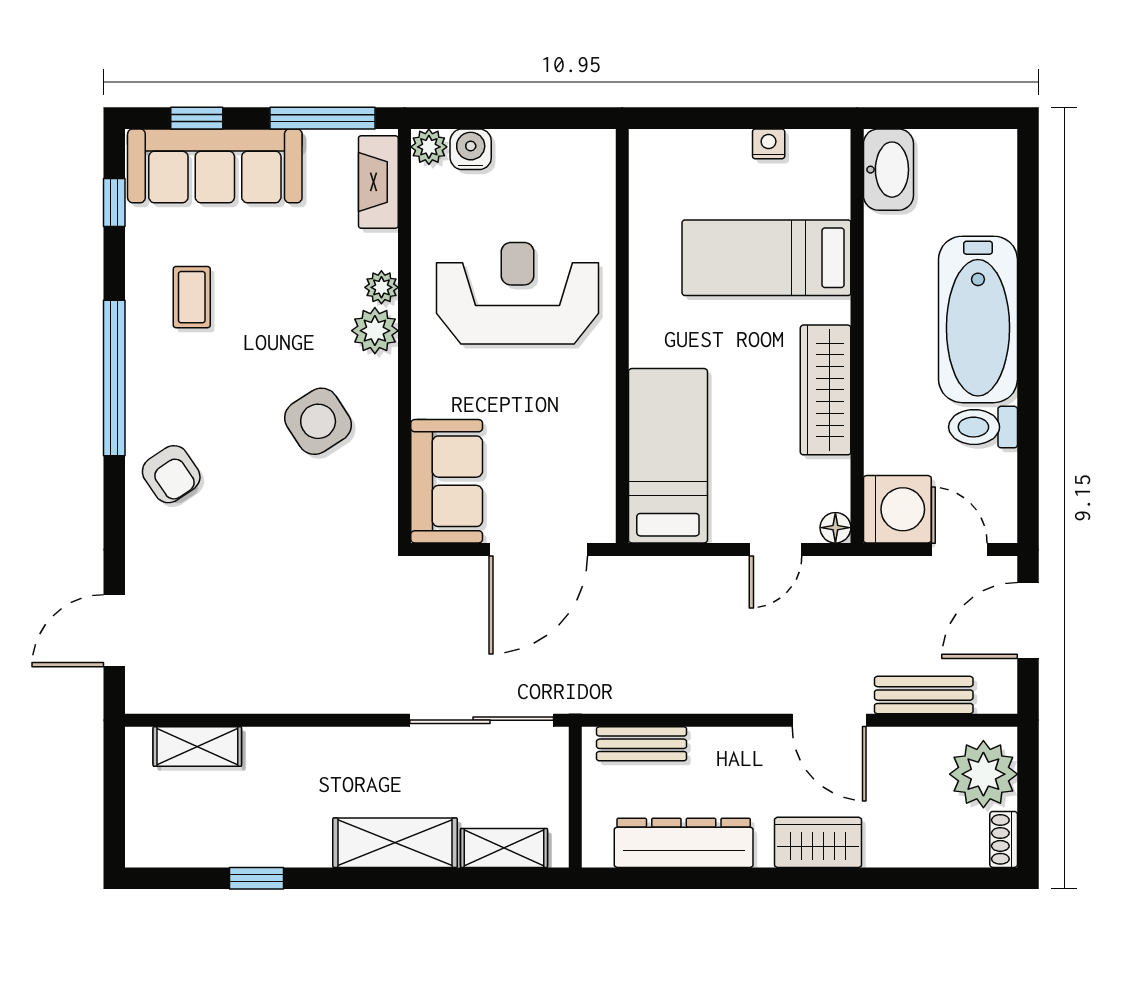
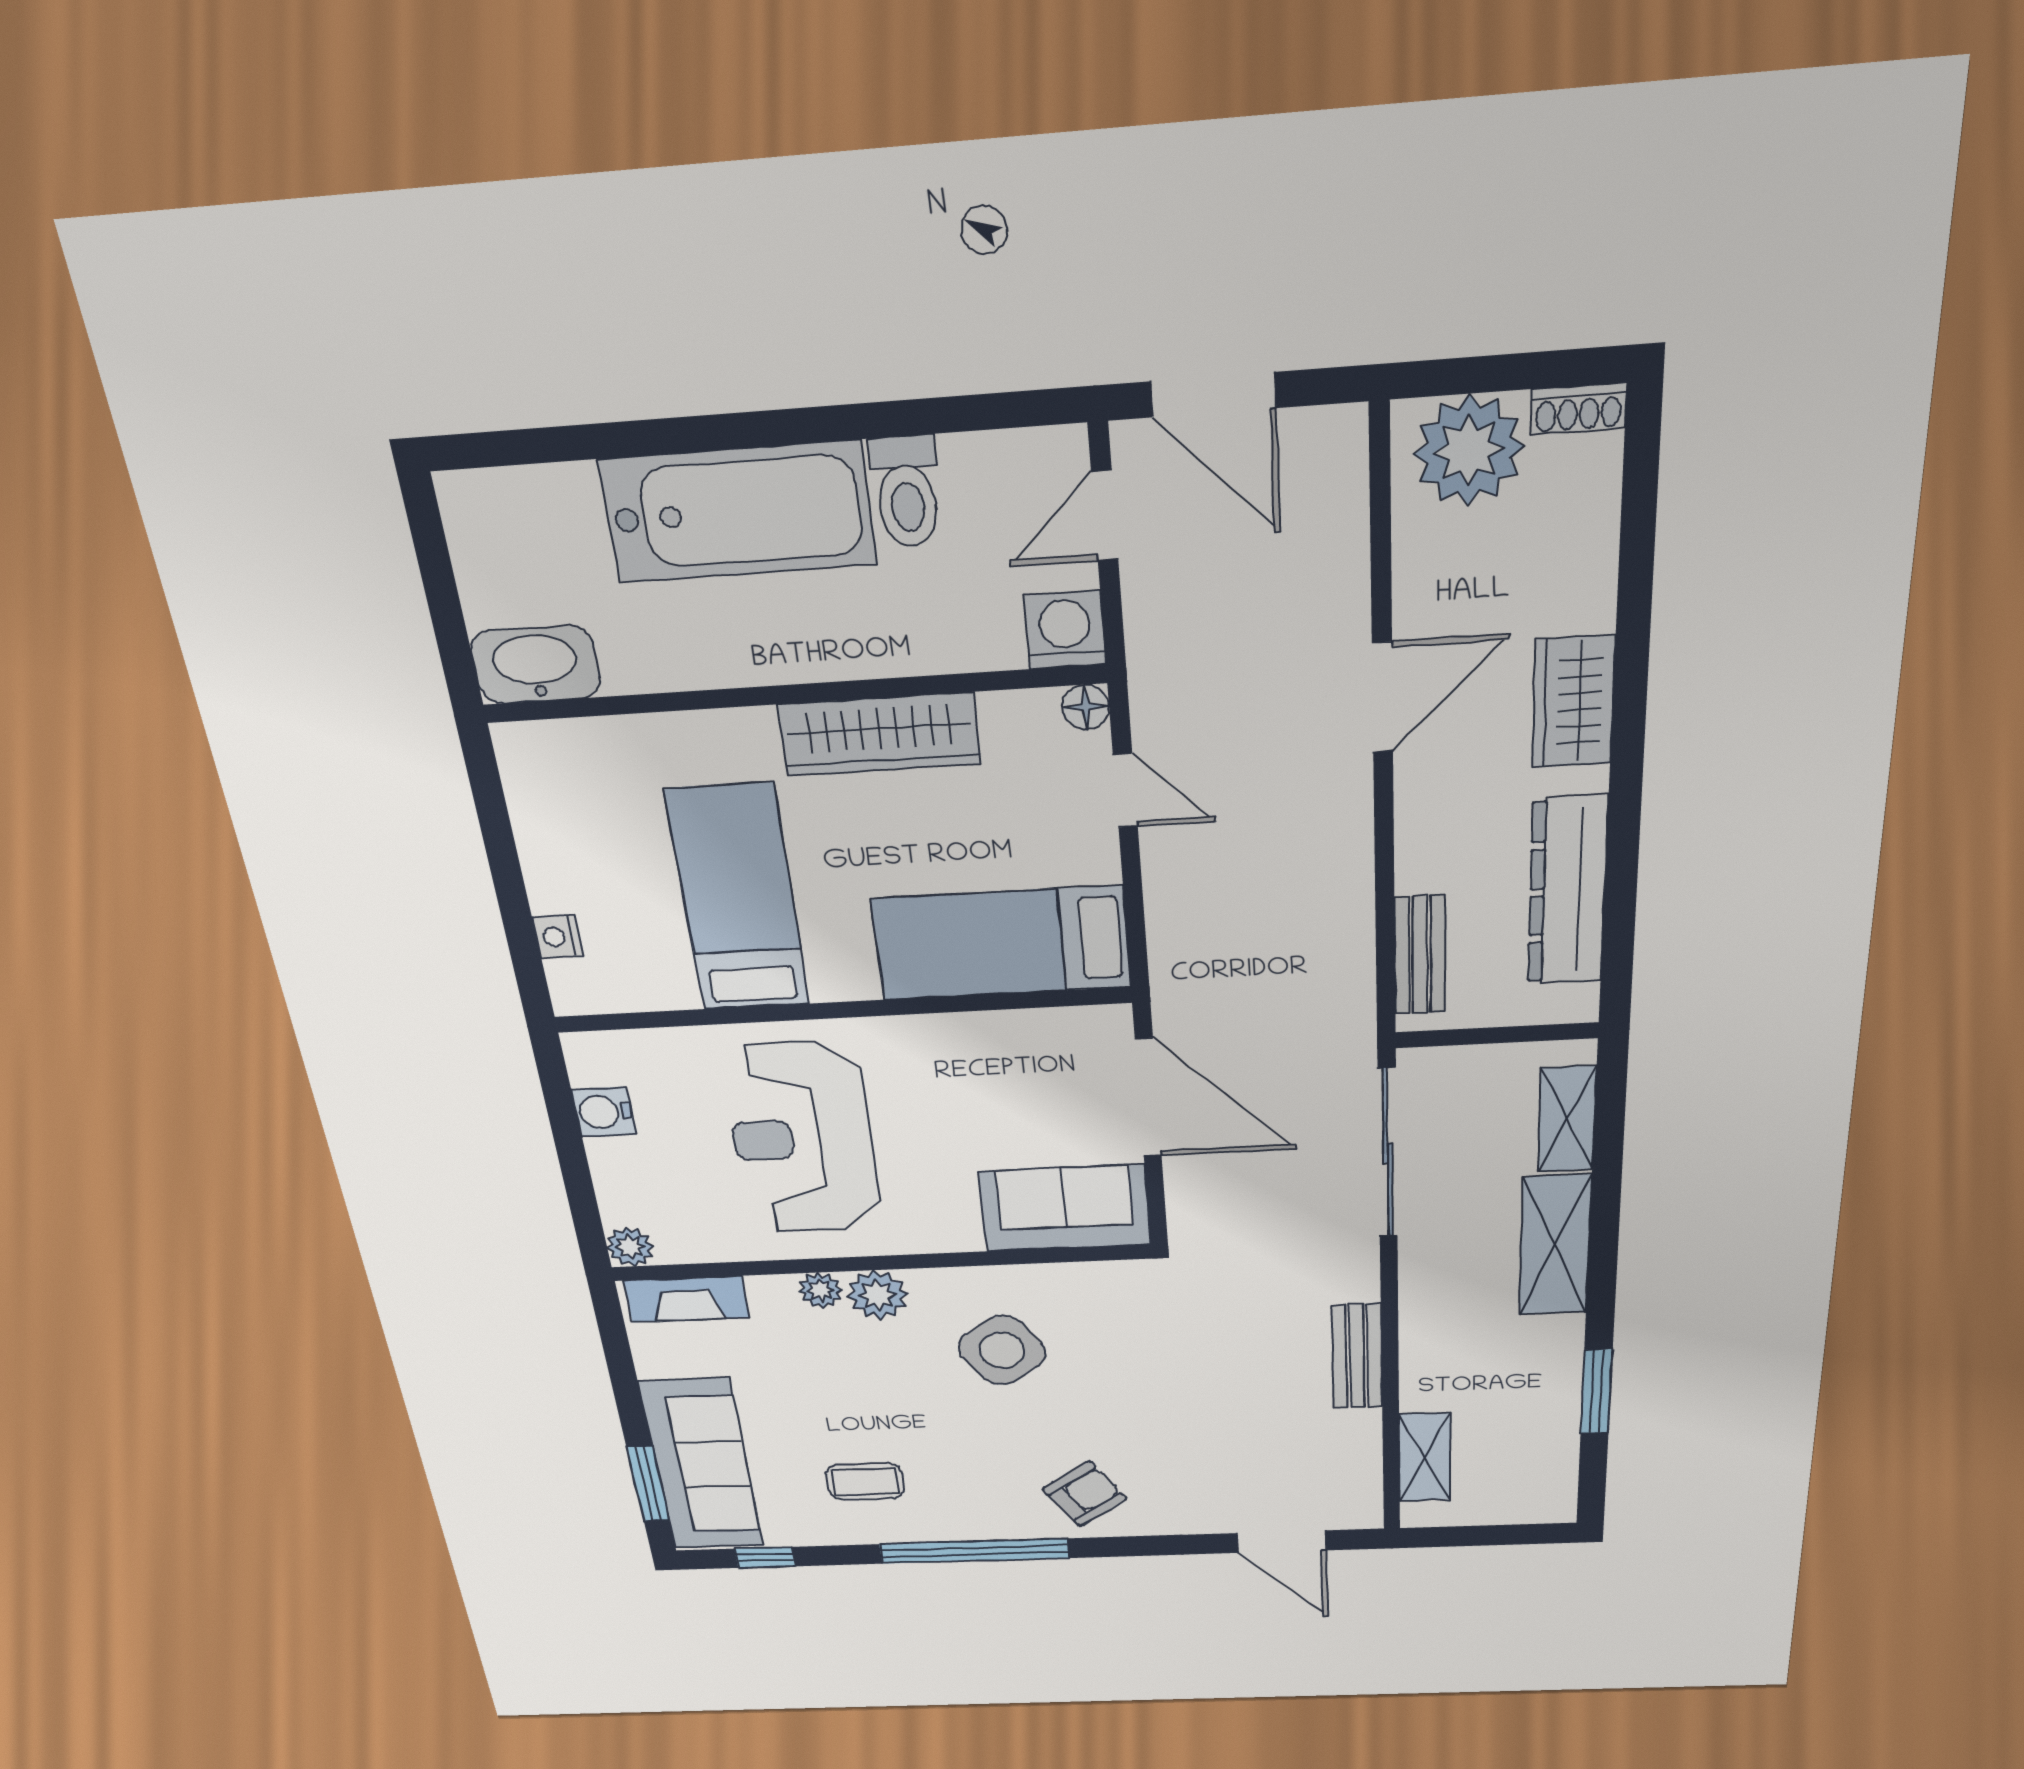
window: (197, 118) -> (648, 1484), width x1.50
window: (322, 118) -> (619, 1360), removed
nightstand: (769, 144) -> (557, 937), moved
water cooler: (471, 149) -> (604, 1112), moved
bed: (766, 258) -> (738, 899), moved, turned 180
washing machine: (897, 509) -> (1065, 630), width x0.73, depth x0.73
bench: (924, 695) -> (1357, 1356), moved
window: (256, 878) -> (1596, 1392), width x1.50

